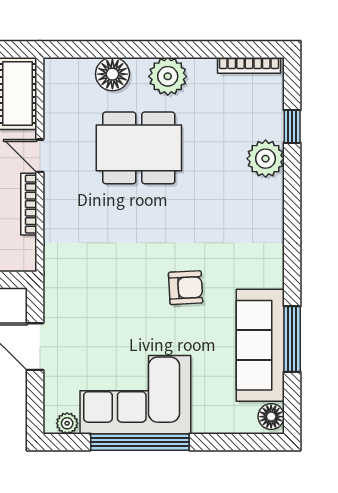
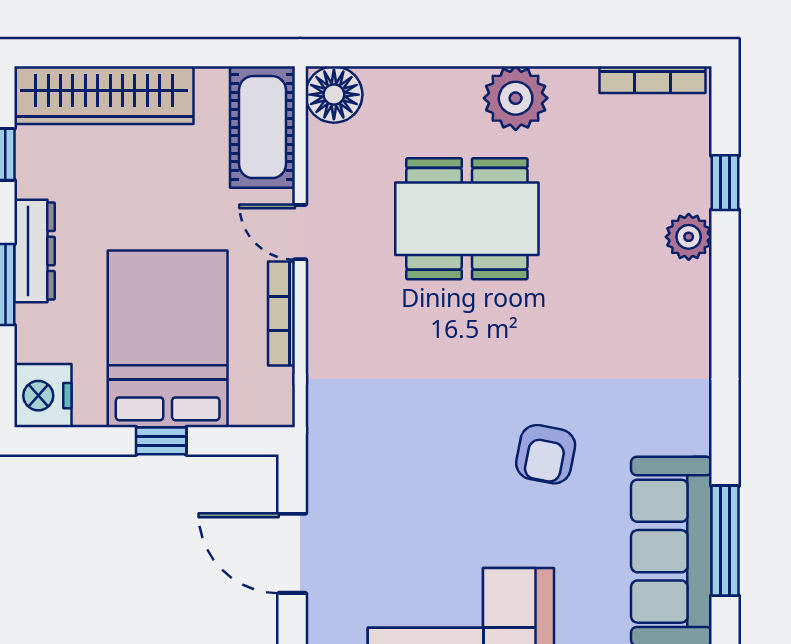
floor lamp: (112, 74) -> (334, 95), moved
plant: (266, 159) -> (689, 237), width x0.73, depth x0.73
armchair: (186, 288) -> (546, 454), turned 104

